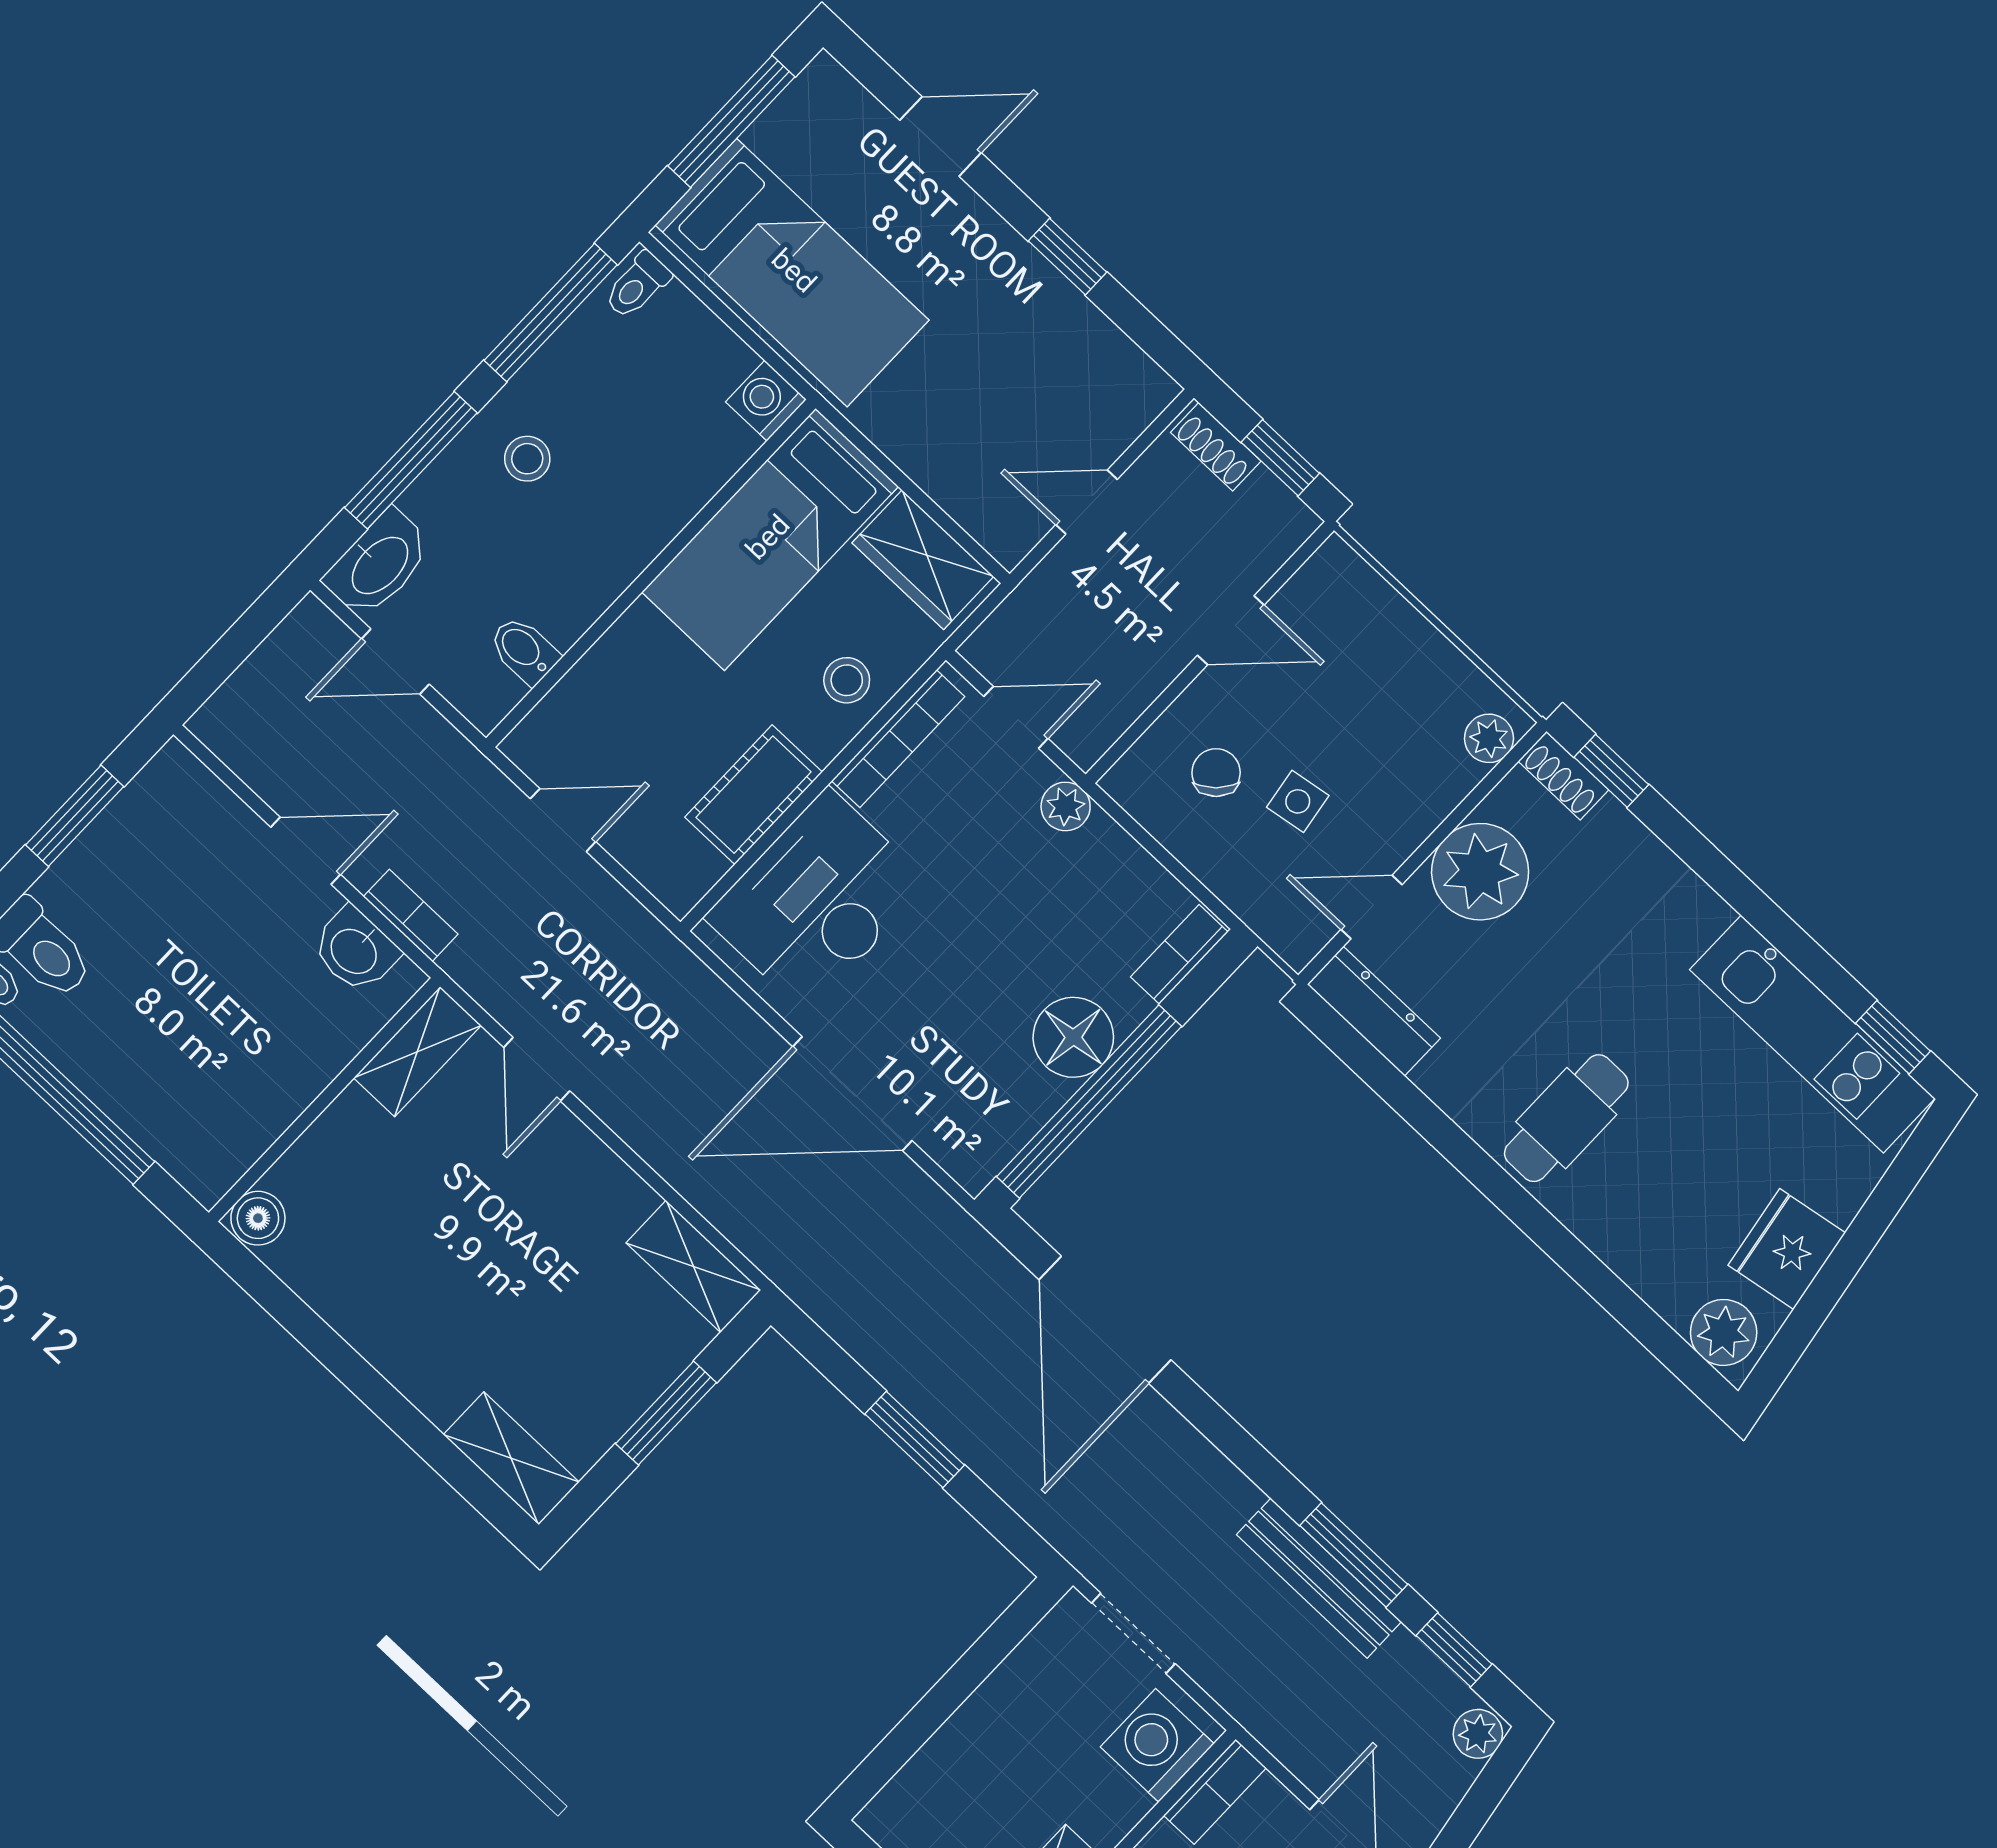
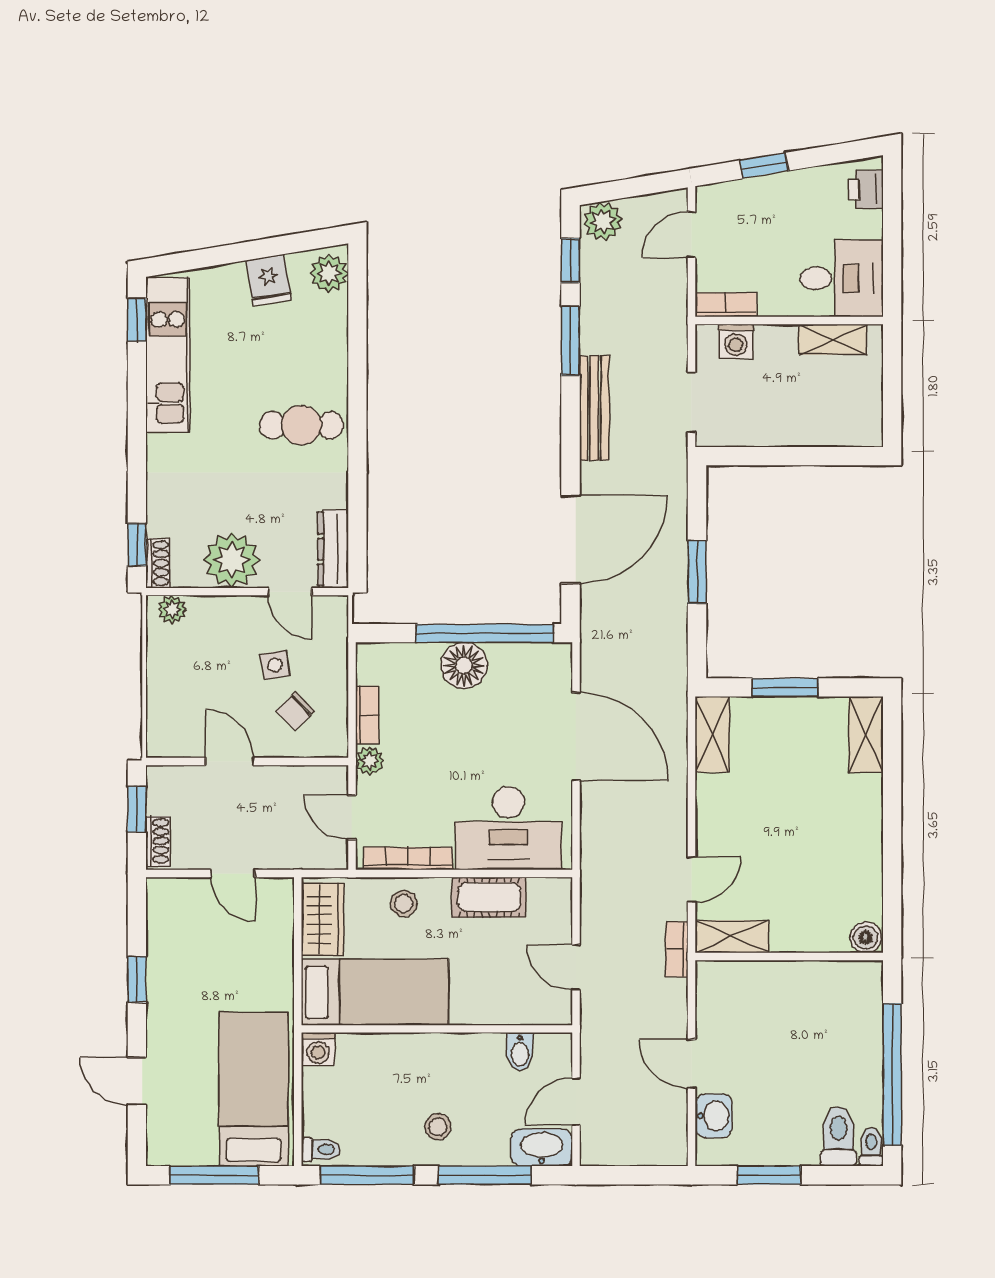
door: (395, 662) -> (576, 1101), swing flipped
bookcase: (411, 915) -> (677, 949), moved
washbasin: (355, 950) -> (714, 1116), moved
bookcase: (1179, 954) -> (367, 715), moved, turned -90
fridge: (1787, 1249) -> (269, 280), width x0.72
bench: (1319, 1578) -> (594, 408), moved
plant: (1478, 1734) -> (603, 221), width x1.38, depth x1.38
washing machine: (1157, 1745) -> (736, 341), width x0.73, depth x0.73

